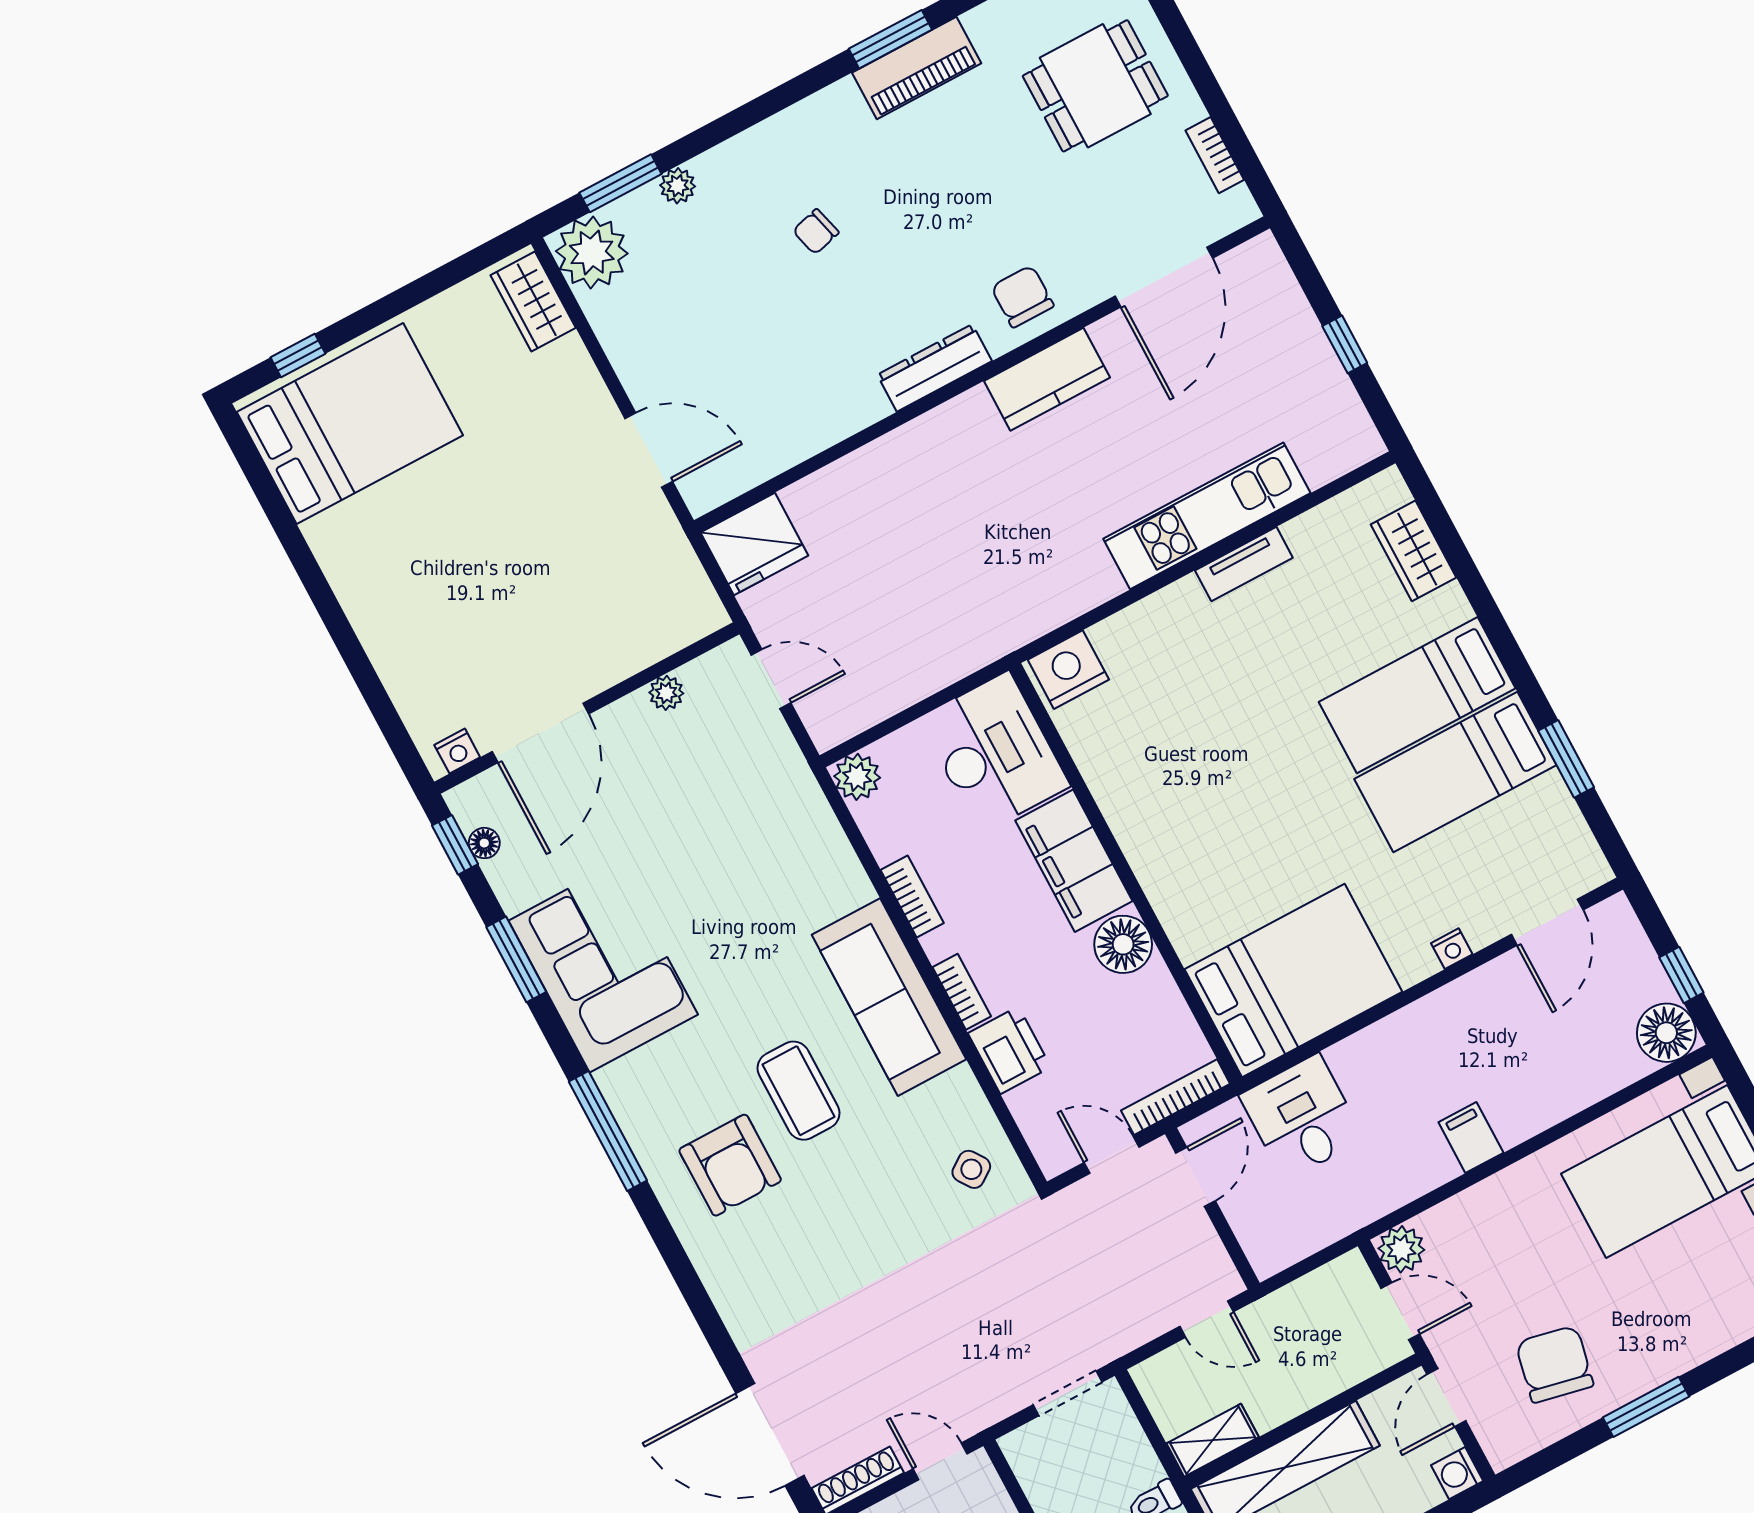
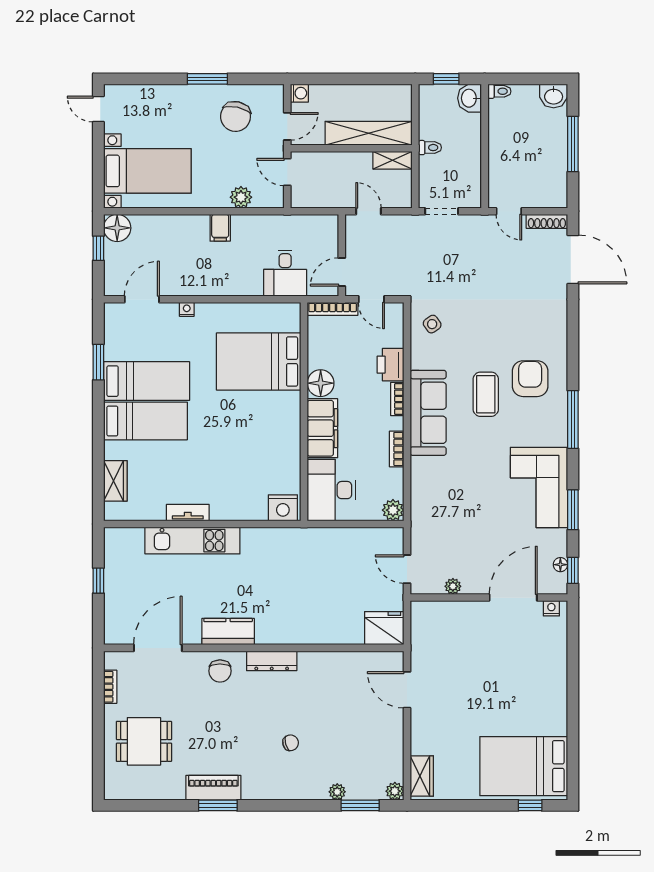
plant: (592, 252) -> (395, 791), width x0.53, depth x0.53
bed: (1293, 980) -> (259, 362), moved
plant: (1401, 1249) -> (241, 197), moved

